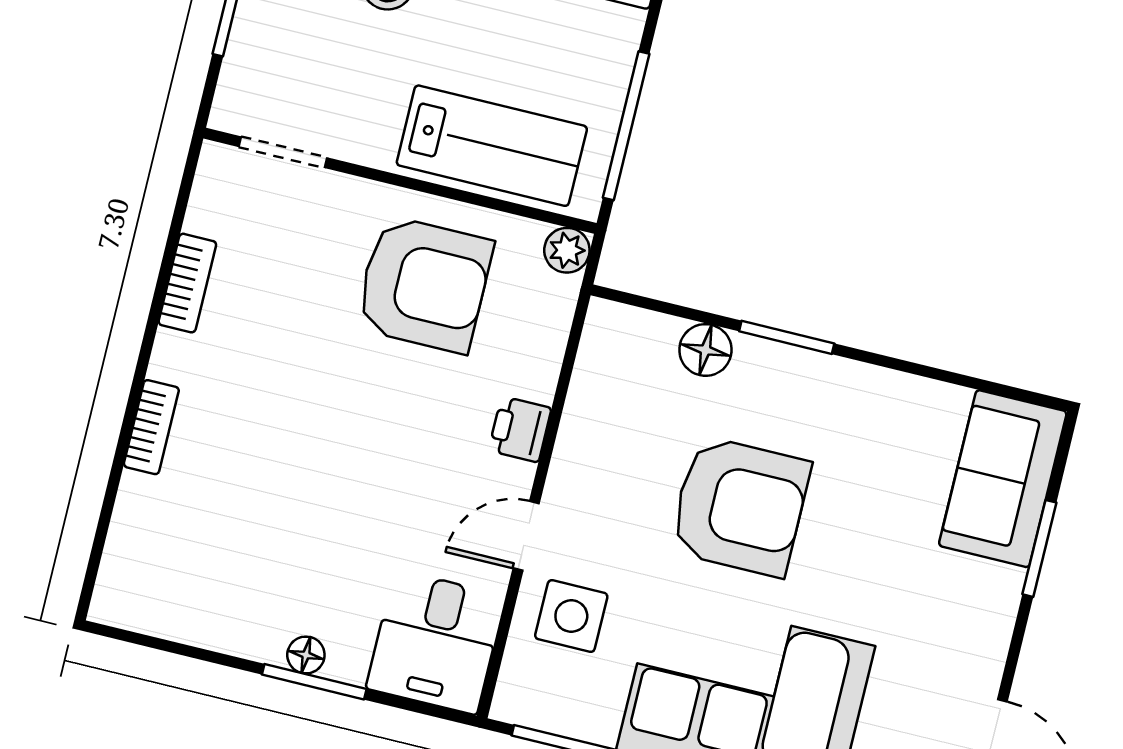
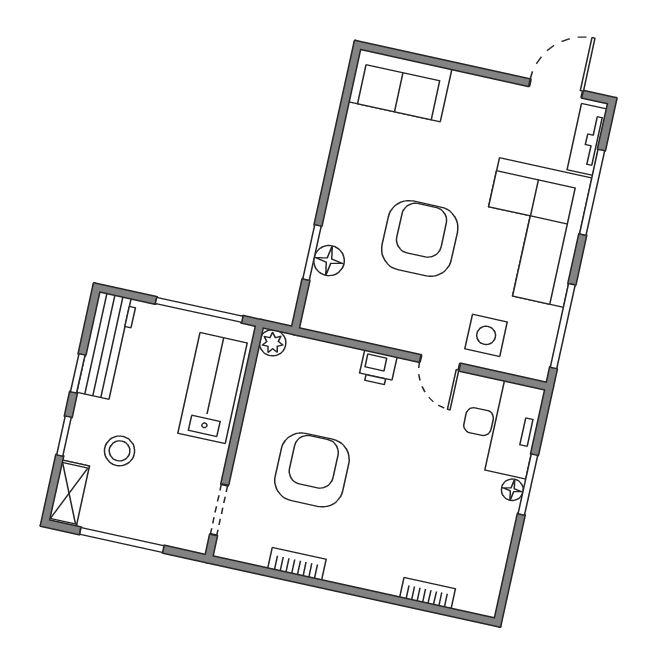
armchair: (424, 284) -> (312, 470), moved
window: (787, 337) -> (312, 252), moved
bookcase: (151, 427) -> (428, 593), moved
window: (1039, 548) -> (440, 63), removed
desk: (436, 642) -> (500, 426), width x1.37

